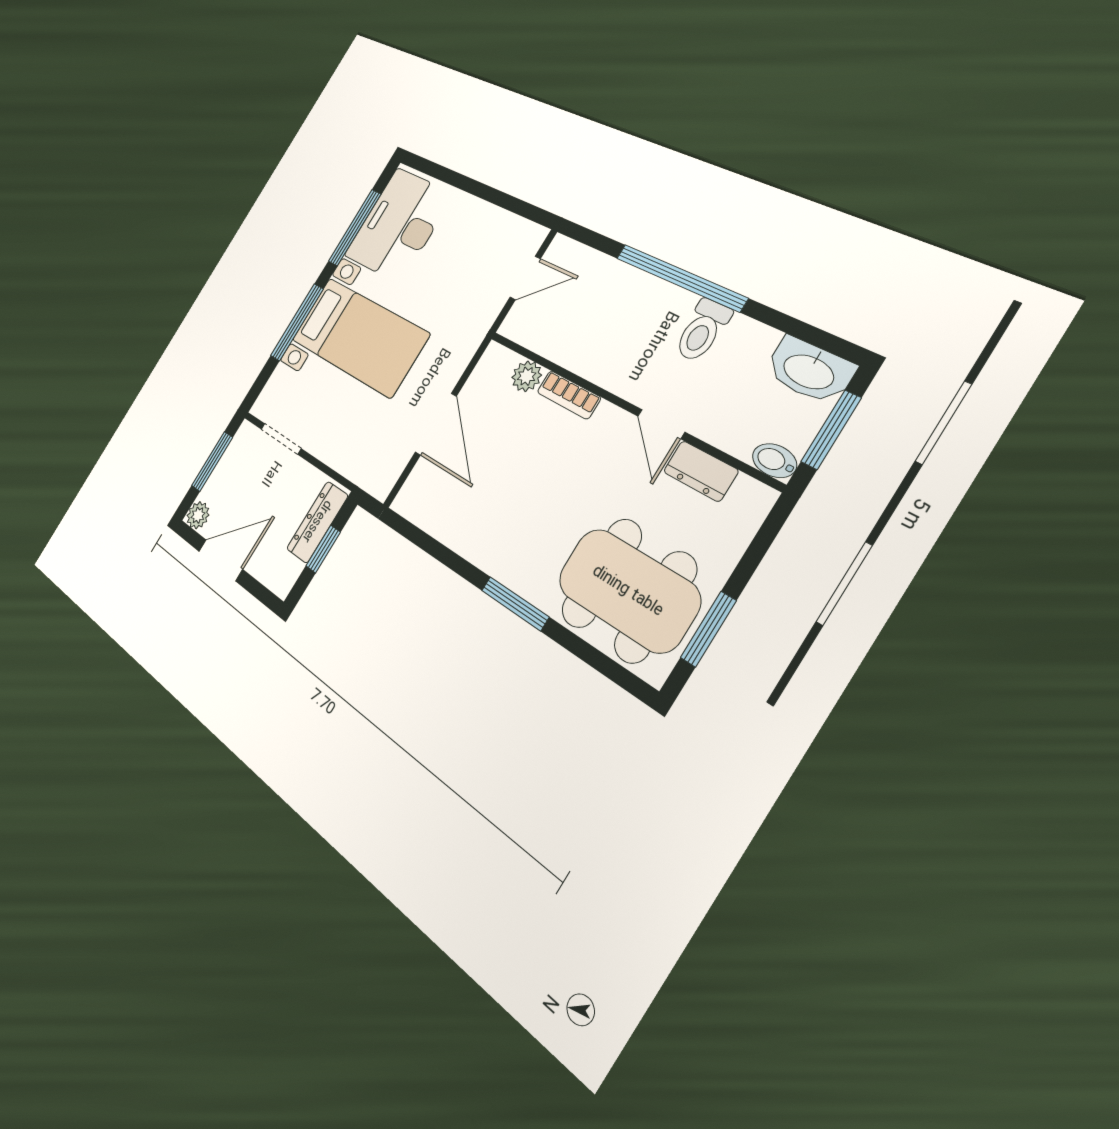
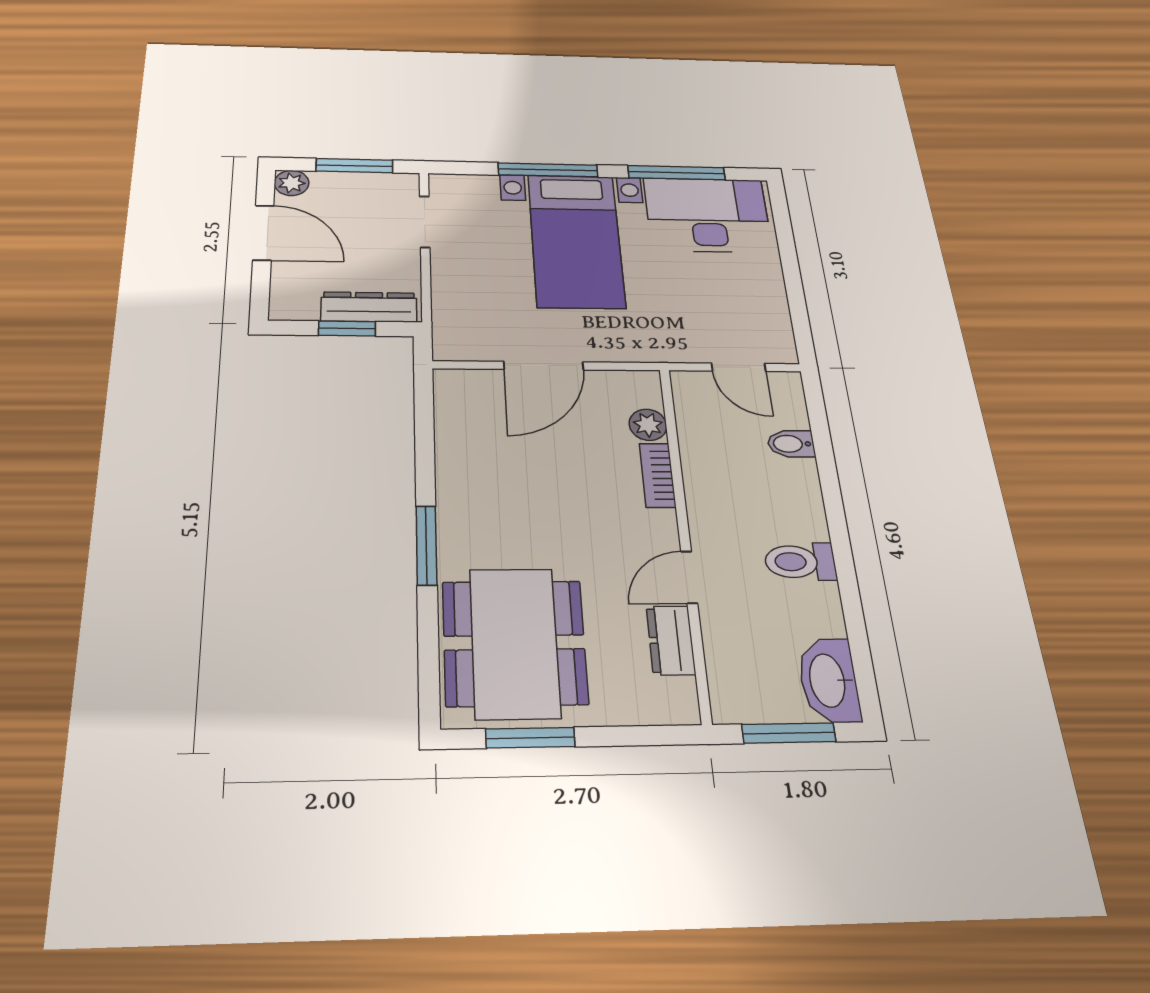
window: (681, 278) -> (835, 512), removed
bidet: (774, 461) -> (791, 444), moved, turned -90

